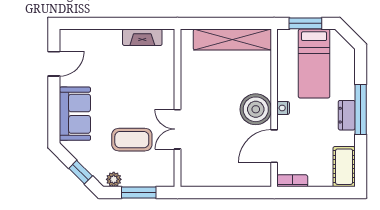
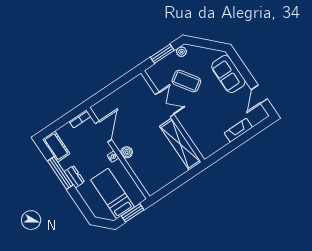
fireplace: (142, 37) -> (238, 130), moved
shelving: (232, 40) -> (180, 144), moved, turned 90
boiler: (256, 109) -> (127, 152), width x0.54, depth x0.54
window: (361, 109) -> (60, 173), moved
coffee table: (132, 140) -> (186, 81), turned 56
window: (81, 172) -> (203, 43), removed

